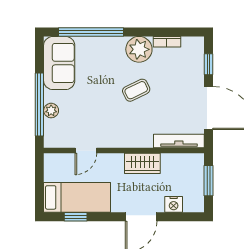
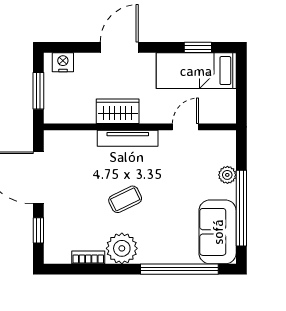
window: (39, 105) -> (241, 208), moved
tv unit: (179, 141) -> (128, 138), moved
nightstand: (174, 204) -> (63, 62), moved

